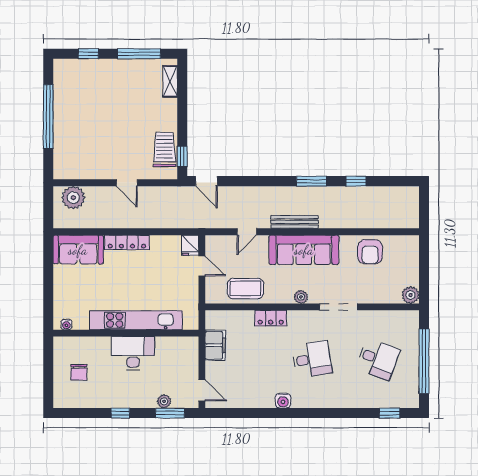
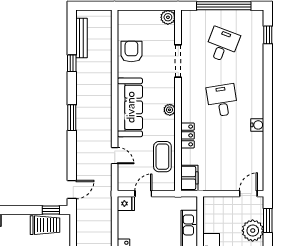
trolley: (164, 150) -> (45, 225), turned 180
window: (312, 181) -> (72, 118), moved
bench: (295, 222) -> (81, 38), moved
armchair: (370, 252) -> (131, 51), turned -90
doorway: (339, 307) -> (178, 61), moved
filing cabinet: (215, 345) -> (189, 178), moved, turned 90
plant: (164, 401) -> (253, 231), width x1.88, depth x1.88

